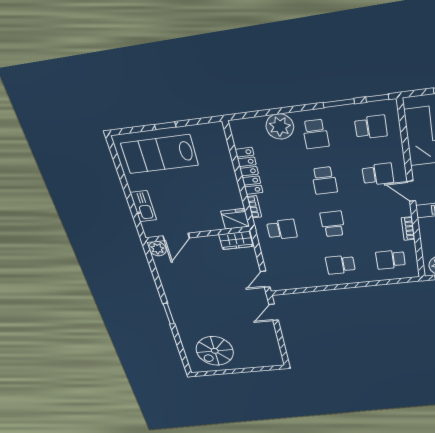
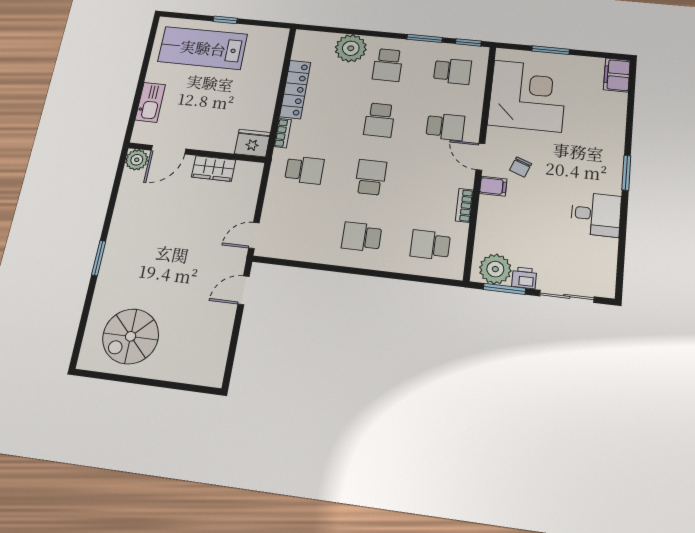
wardrobe: (236, 240) -> (213, 169), moved

